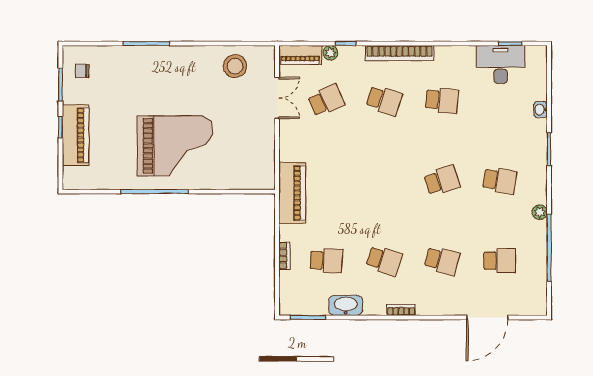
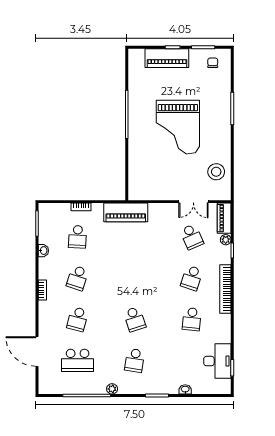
grand piano: (175, 146) -> (178, 127), moved
school desk: (500, 261) -> (78, 360), width x1.85
washbasin: (346, 305) -> (43, 251), width x0.52, depth x0.69

